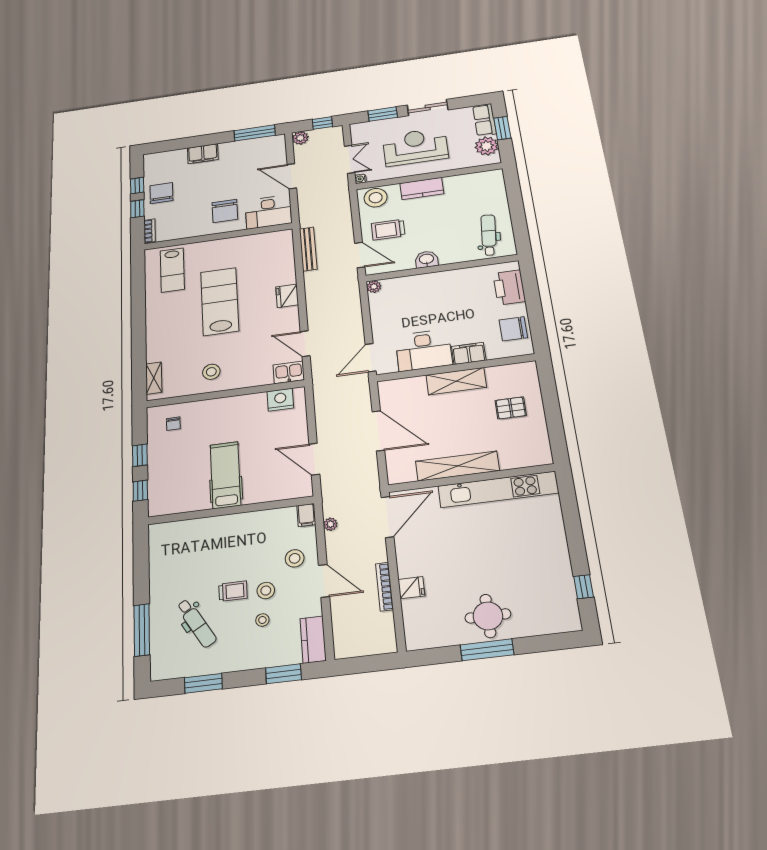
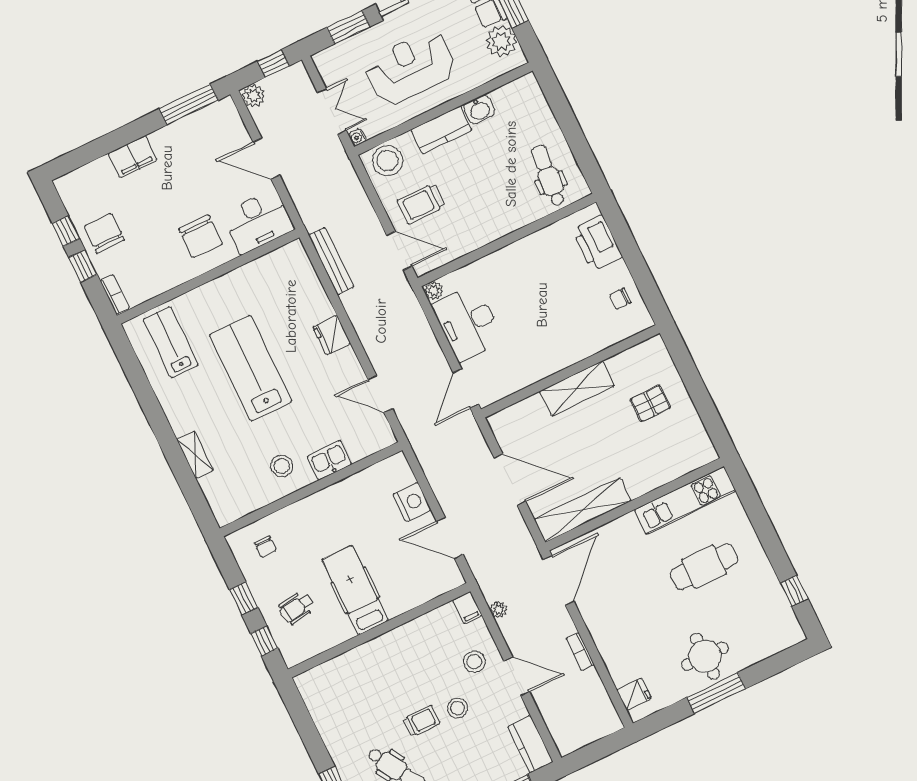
washbasin: (427, 259) -> (479, 109), moved, turned 180
lab bench: (172, 270) -> (171, 342), turned 180
chair: (513, 329) -> (620, 299), width x0.54, depth x0.54
desk: (424, 350) -> (468, 323), moved, turned 90
filing cabinet: (469, 353) -> (579, 348), removed
kitchen sink: (289, 372) -> (329, 460), moved
shelving: (154, 378) -> (195, 455), moved
nightstand: (280, 400) -> (412, 502), moved, turned 90
shelving: (457, 466) -> (583, 510), moved
wheelchair: (176, 474) -> (297, 608), added
kitchen unit: (498, 489) -> (685, 500), width x0.73
cafe table: (512, 543) -> (704, 567), added
bookcase: (384, 587) -> (580, 652), width x0.64
fridge: (411, 588) -> (634, 694), moved
stool: (262, 620) -> (467, 742), removed

